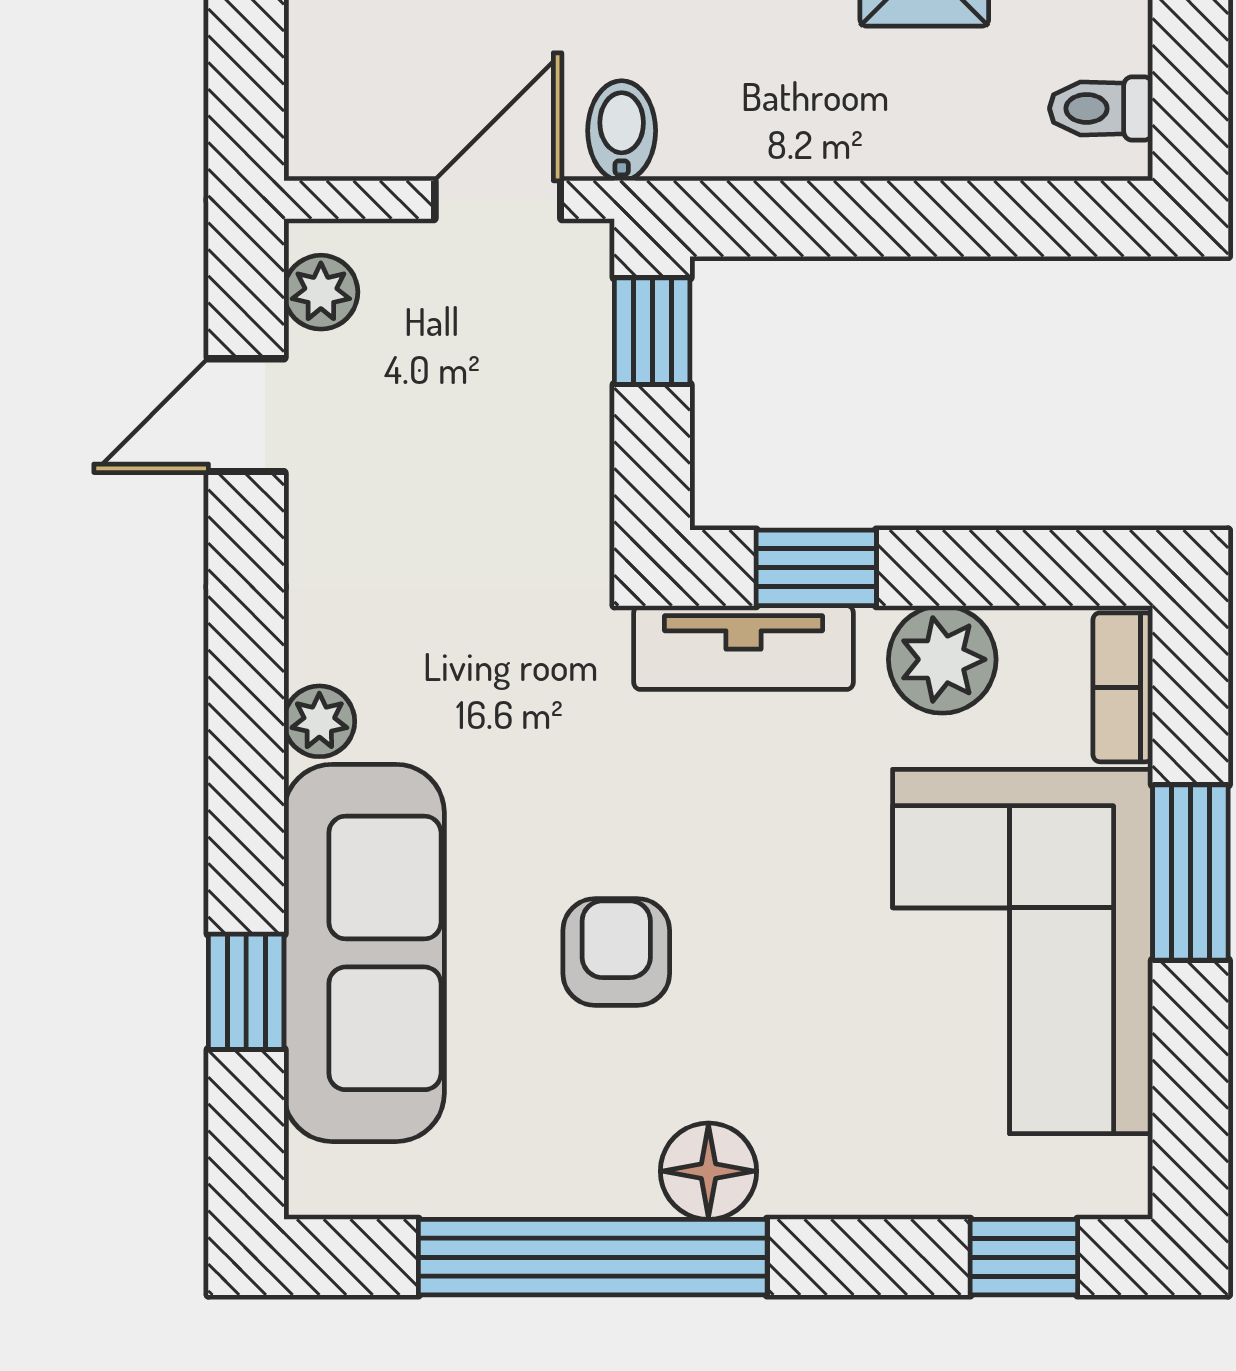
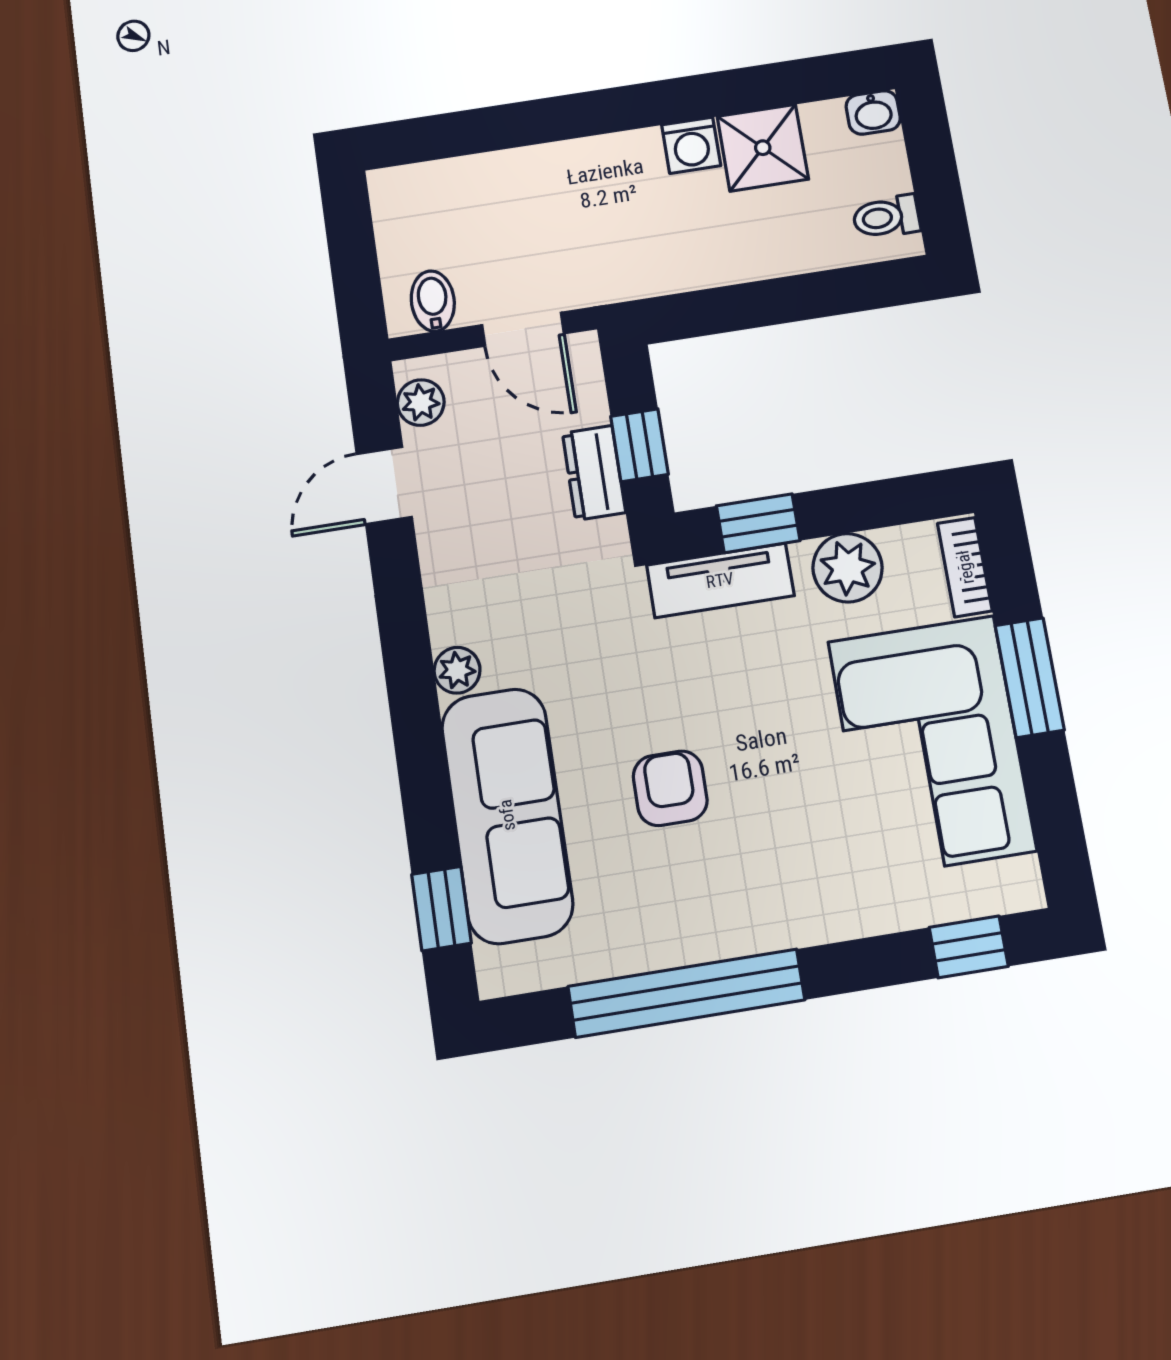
bidet: (622, 131) -> (433, 301), moved
door: (498, 200) -> (523, 329), swing flipped
window: (652, 331) -> (640, 445), moved
dresser: (575, 448) -> (594, 473), added
window: (246, 992) -> (442, 909), moved
floor lamp: (708, 1171) -> (753, 923), removed

